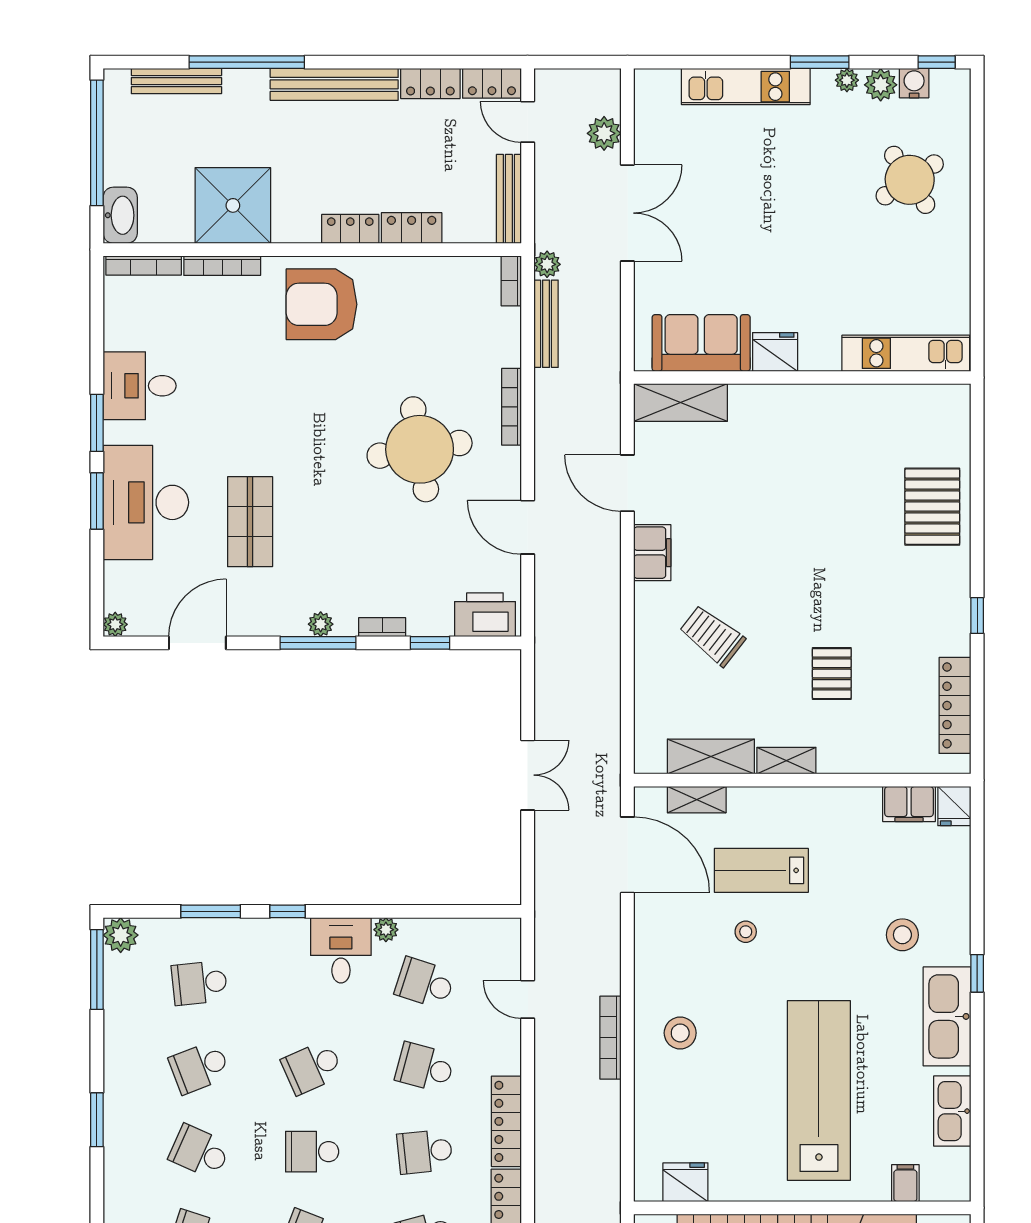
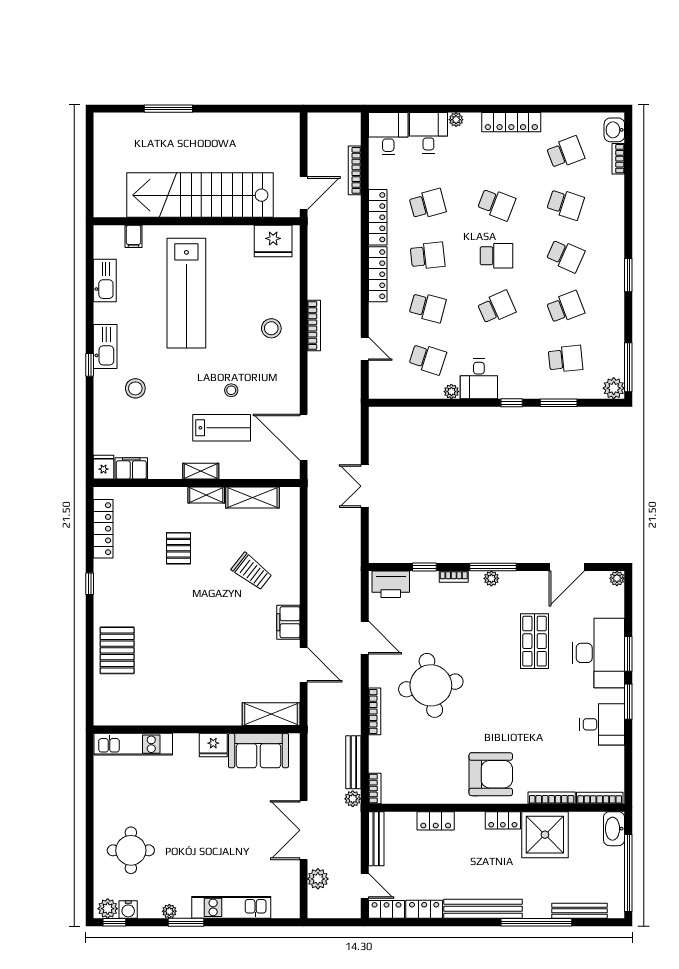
plant: (881, 85) -> (108, 909), moved
round table: (910, 180) -> (131, 850), turned 33
locker: (350, 229) -> (503, 820), moved
shelving: (697, 800) -> (201, 471), moved
kitchen sink: (947, 1016) -> (105, 347), width x0.73, depth x0.81
fridge: (685, 1182) -> (273, 241), width x1.36, depth x1.34

